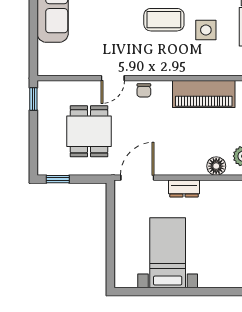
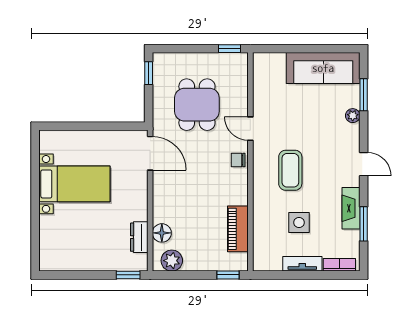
coffee table: (164, 20) -> (290, 170), moved
piano: (204, 94) -> (238, 229), width x0.73, depth x0.75
dining table: (89, 131) -> (197, 105), turned 90
dresser: (184, 188) -> (139, 237), moved

